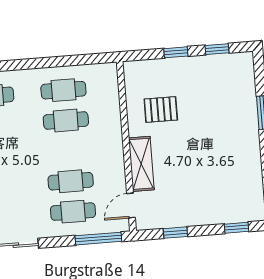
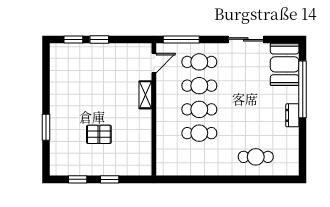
cafe table: (63, 90) -> (199, 109), moved
pallet: (161, 109) -> (99, 134), moved
shelving: (141, 164) -> (145, 95), width x0.67, depth x0.75
window: (175, 233) -> (99, 39), moved

